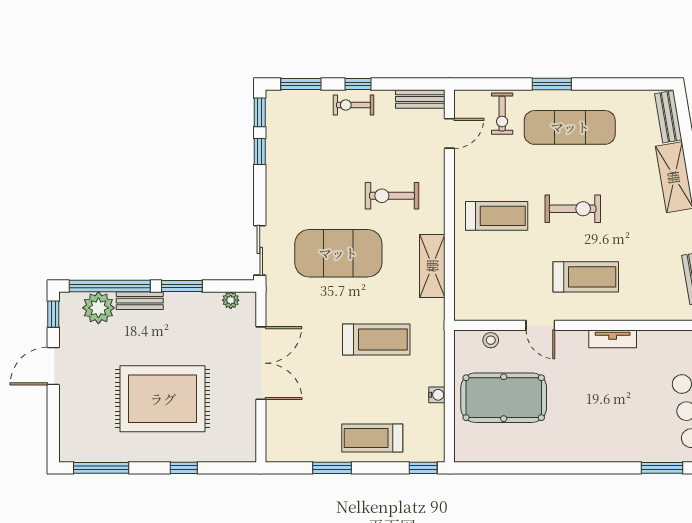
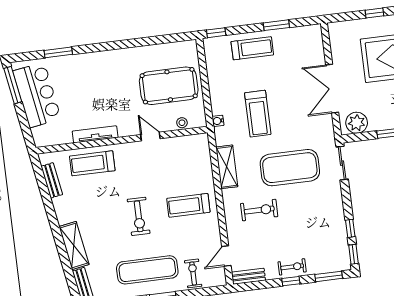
exercise bike: (573, 209) -> (139, 216), turned -90
treadmill: (586, 277) -> (92, 163), moved
plant: (231, 300) -> (357, 123), width x1.87, depth x1.87
tv unit: (613, 339) -> (95, 134), width x1.41
treadmill: (376, 340) -> (258, 114), turned -90
water cooler: (437, 395) -> (218, 121), moved

